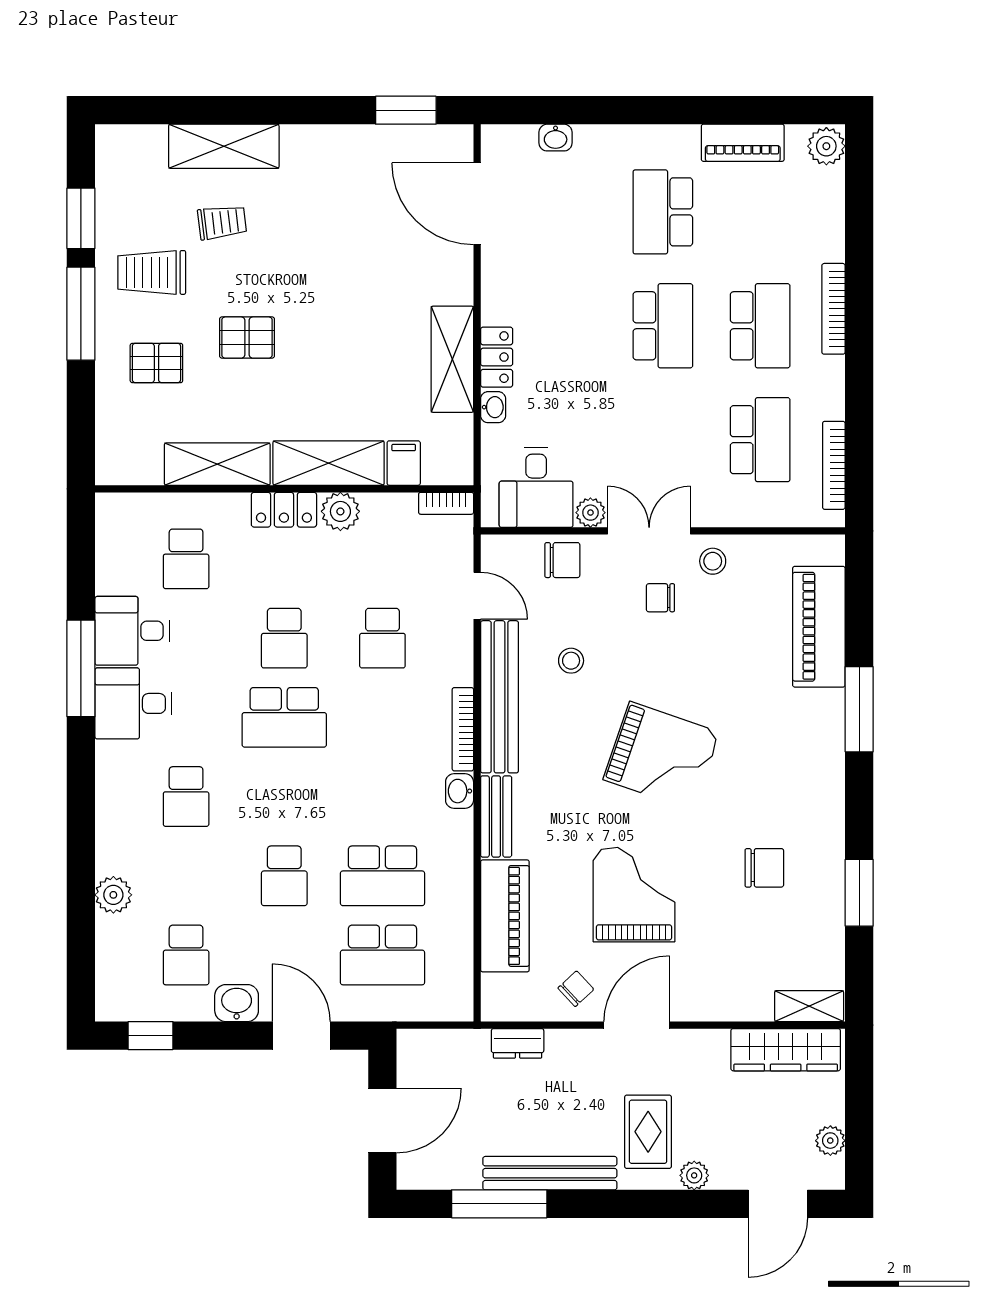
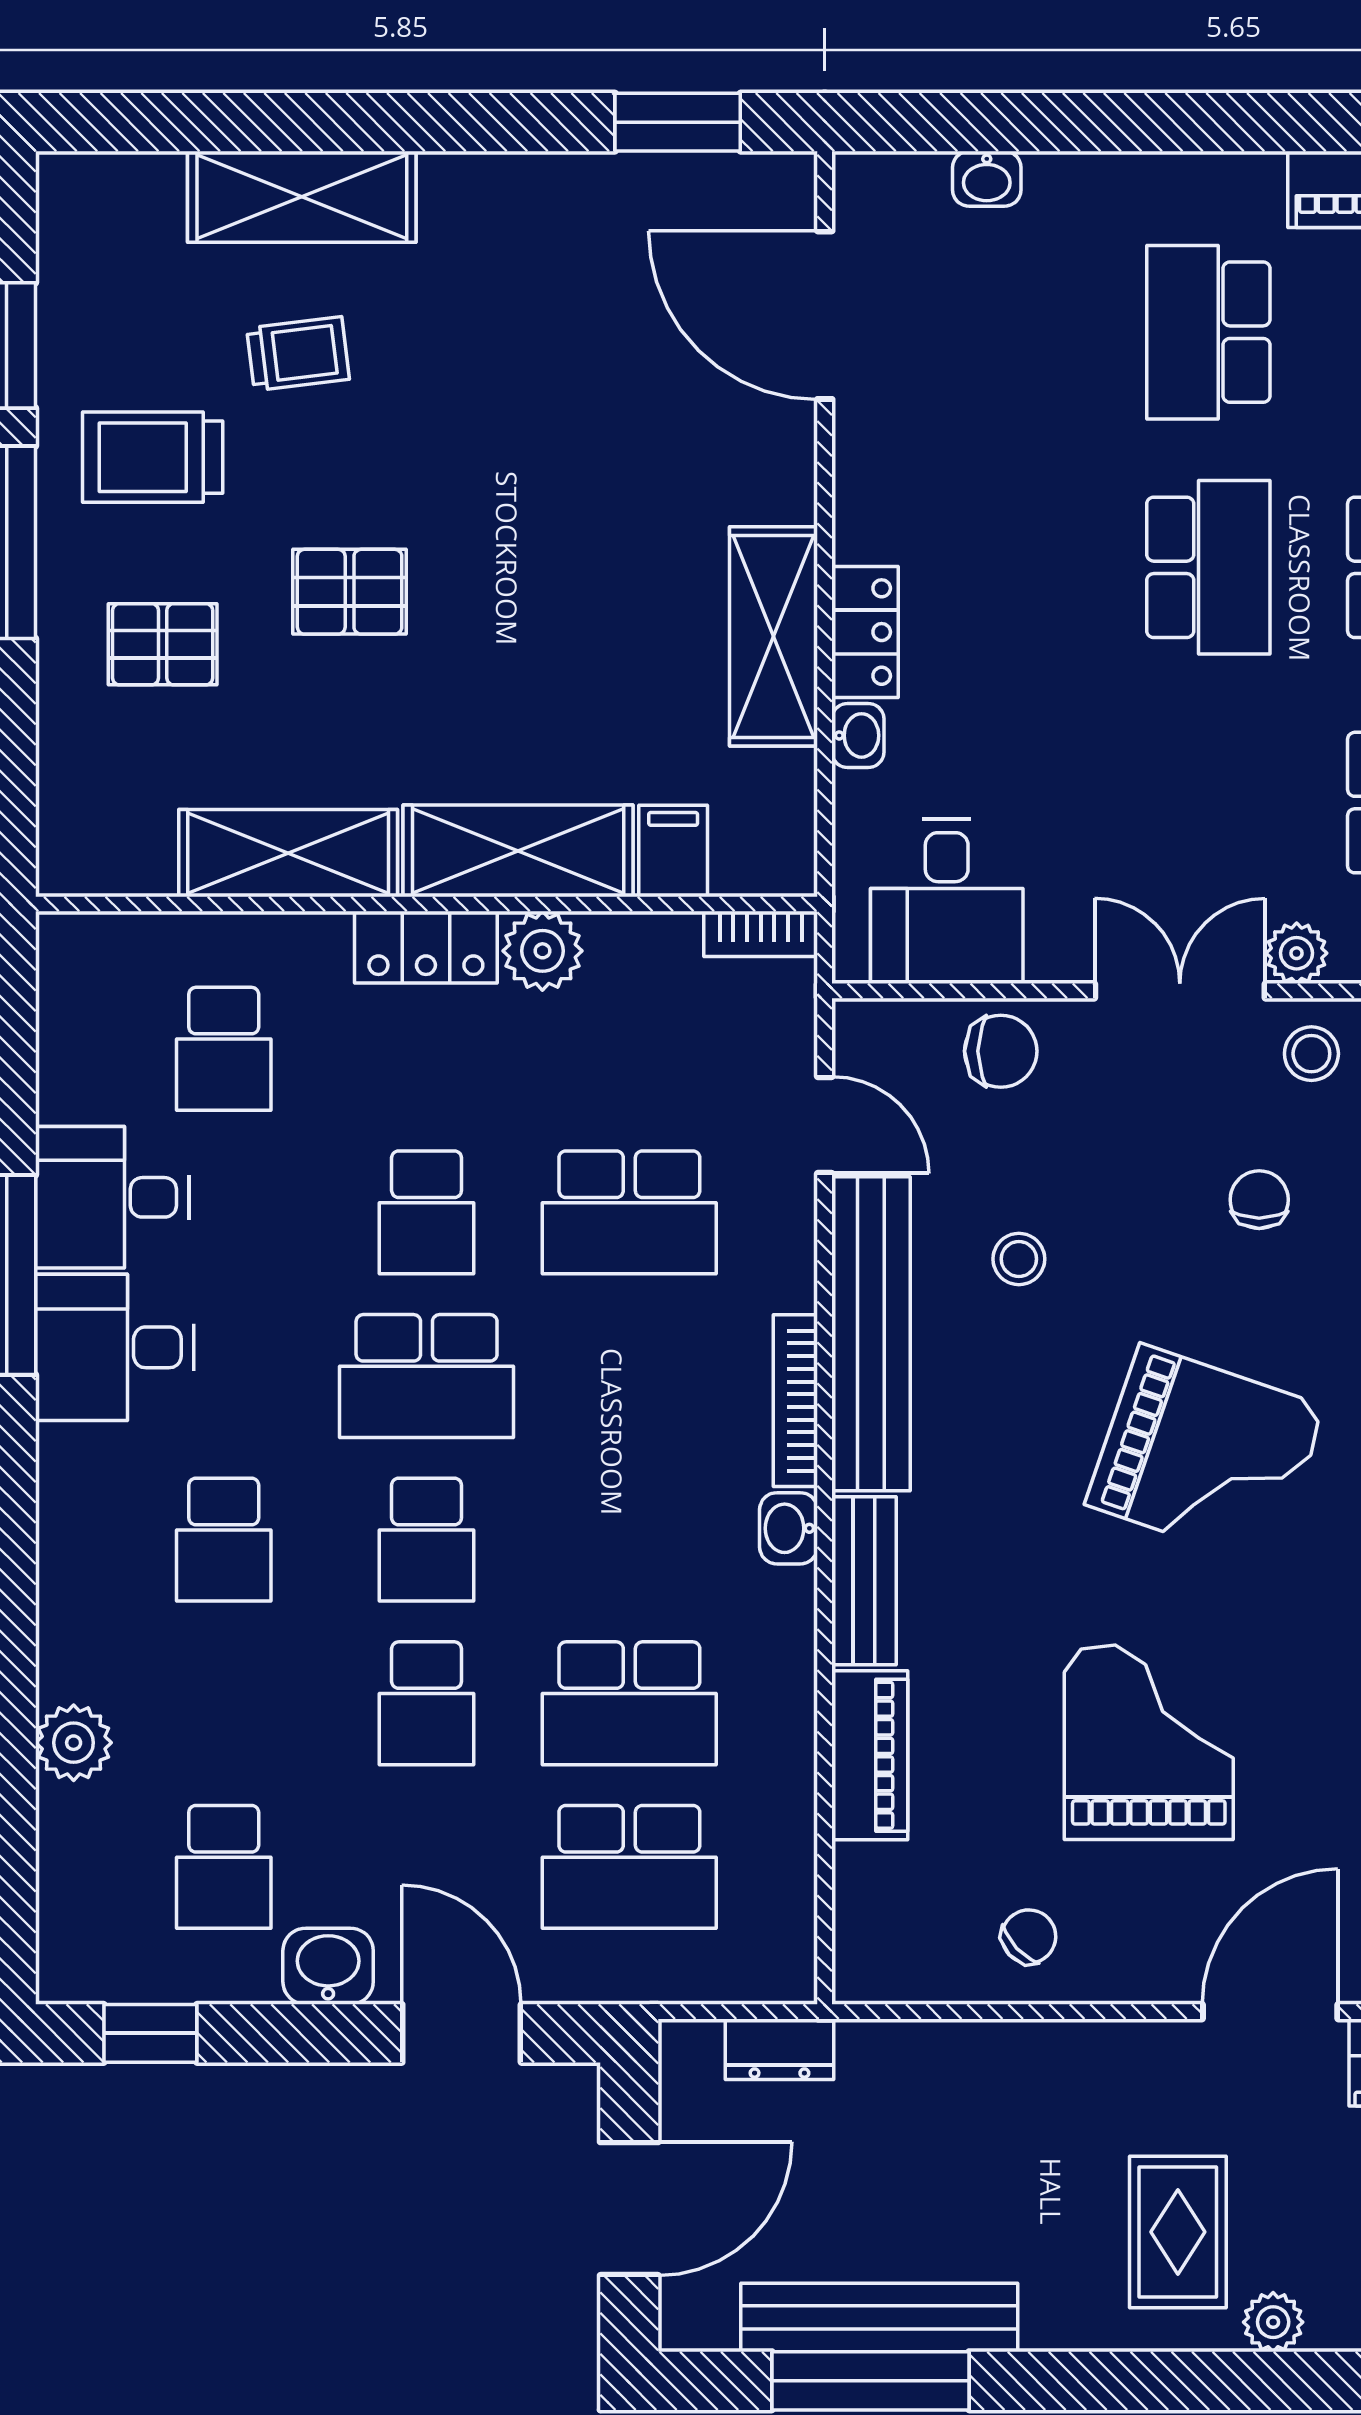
plant: (590, 513) -> (1297, 953), moved
chair: (660, 598) -> (1259, 1200), moved, turned 90
school desk: (382, 638) -> (629, 1212), width x1.85
school desk: (284, 797) -> (427, 1540), added
piano: (505, 916) -> (870, 1755), width x0.73, depth x0.75
door: (637, 1025) -> (1270, 2012), moved
dresser: (518, 1043) -> (779, 2049), moved
bench: (550, 1173) -> (879, 2317), moved

